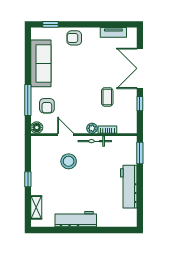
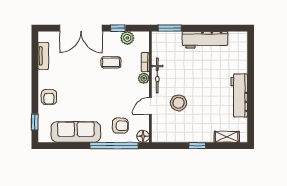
window: (28, 100) -> (114, 146), width x1.46
plant: (130, 113) -> (127, 38), added

